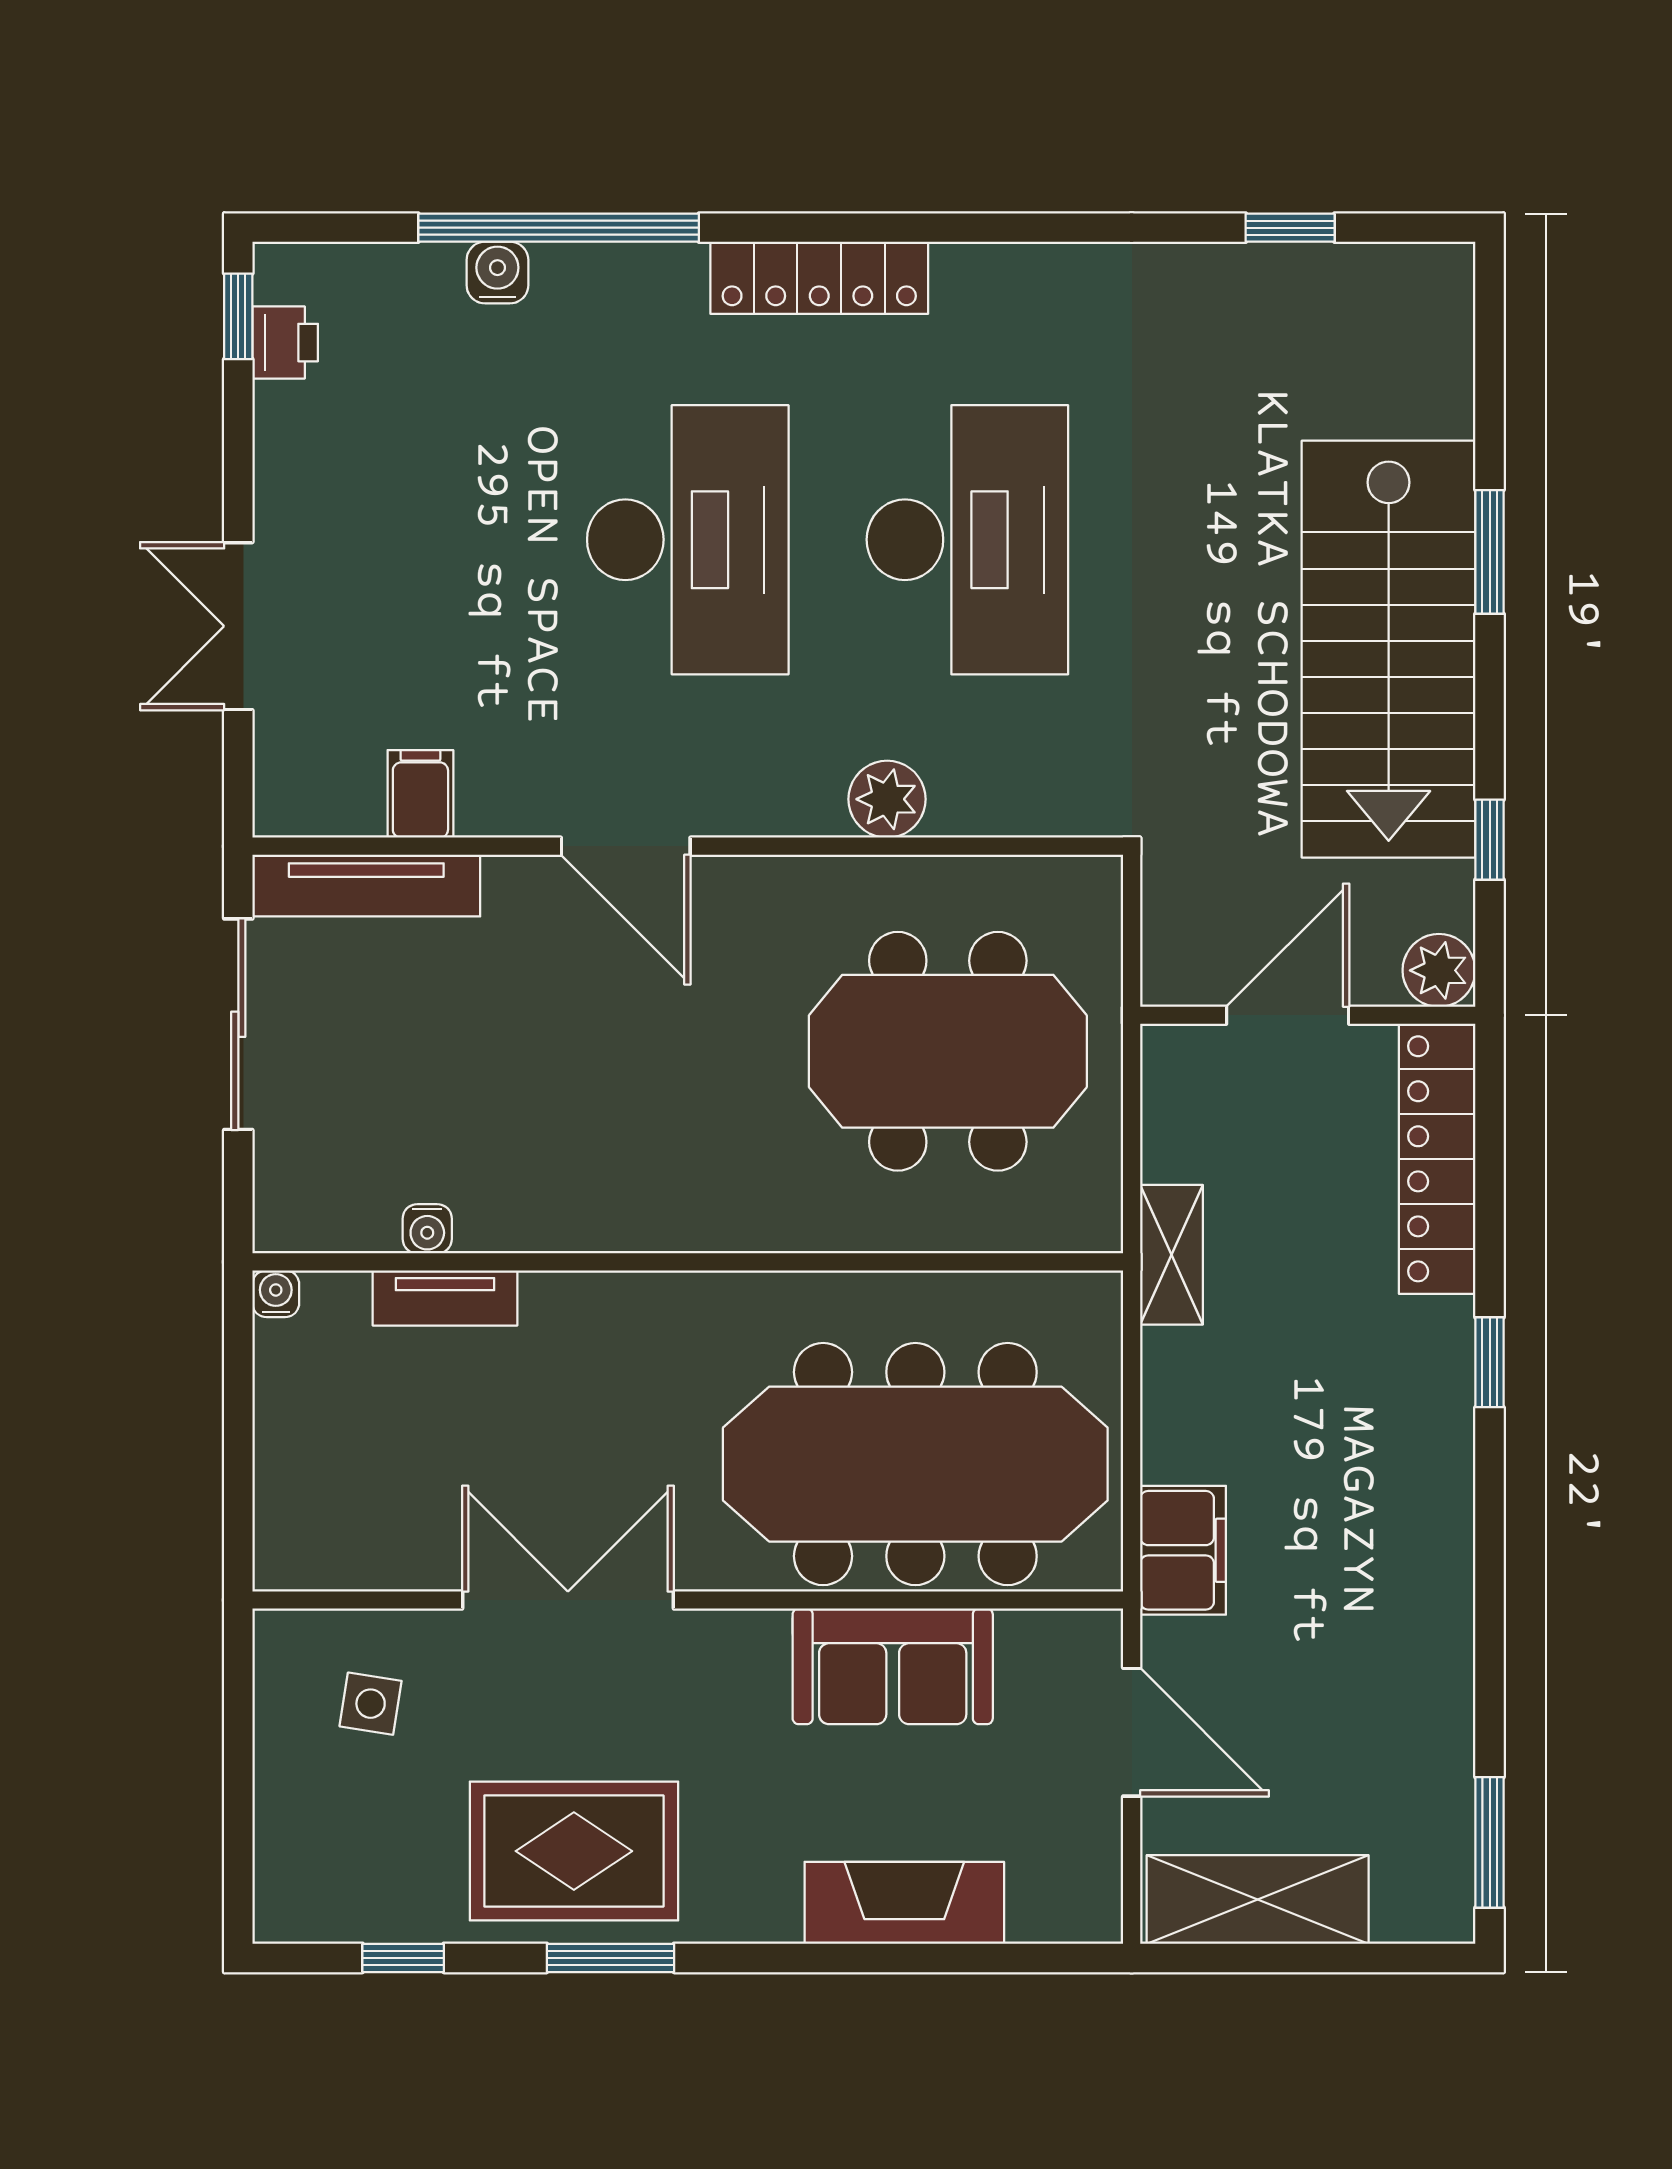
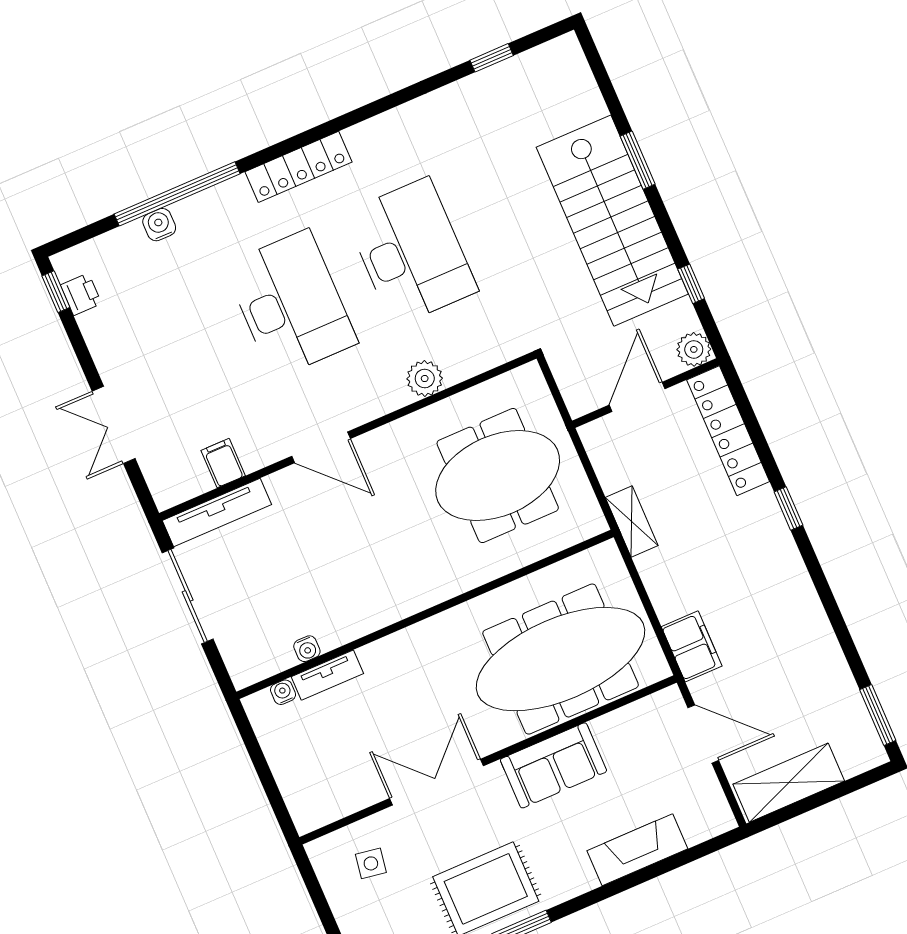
water cooler: (276, 1294) -> (283, 692), moved
sofa: (893, 1666) -> (553, 765), moved

